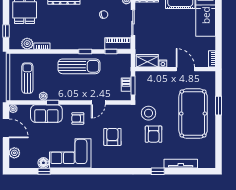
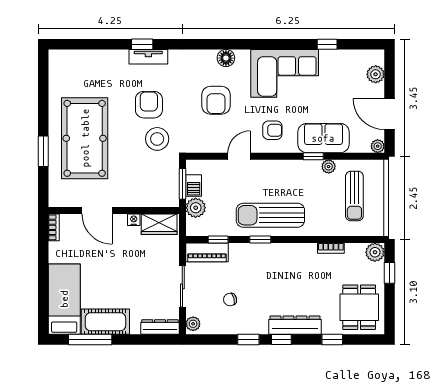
plant: (27, 44) -> (375, 252), moved
plant: (125, 71) -> (196, 208), added
floor lamp: (43, 163) -> (226, 58), moved
tv unit: (181, 164) -> (148, 57), moved, width x0.71

